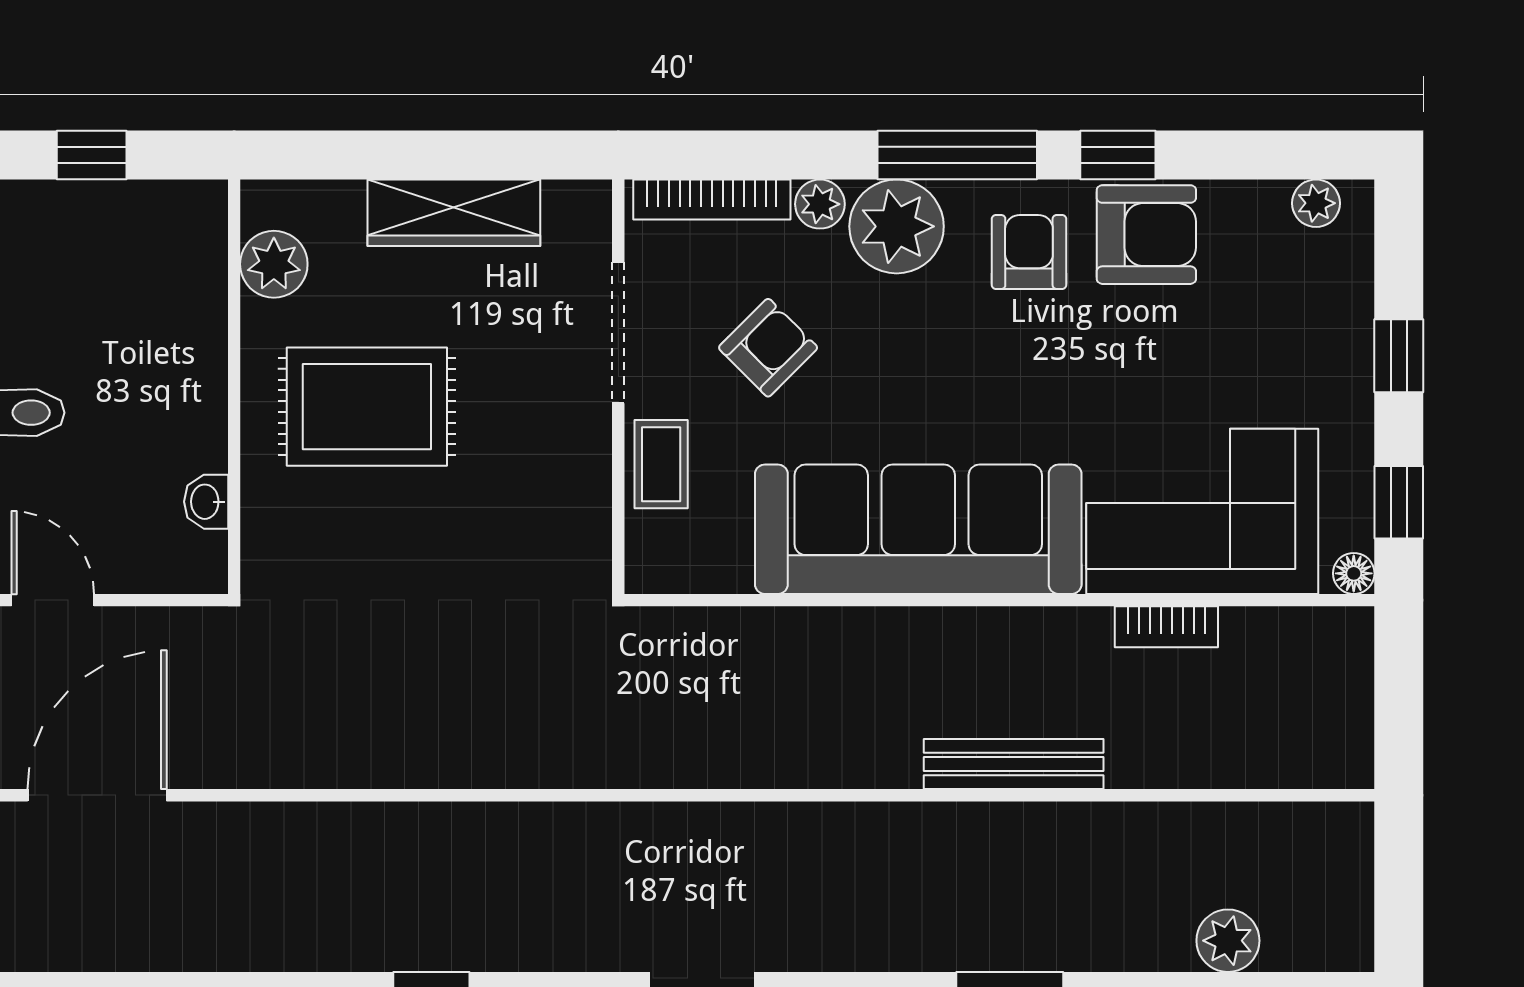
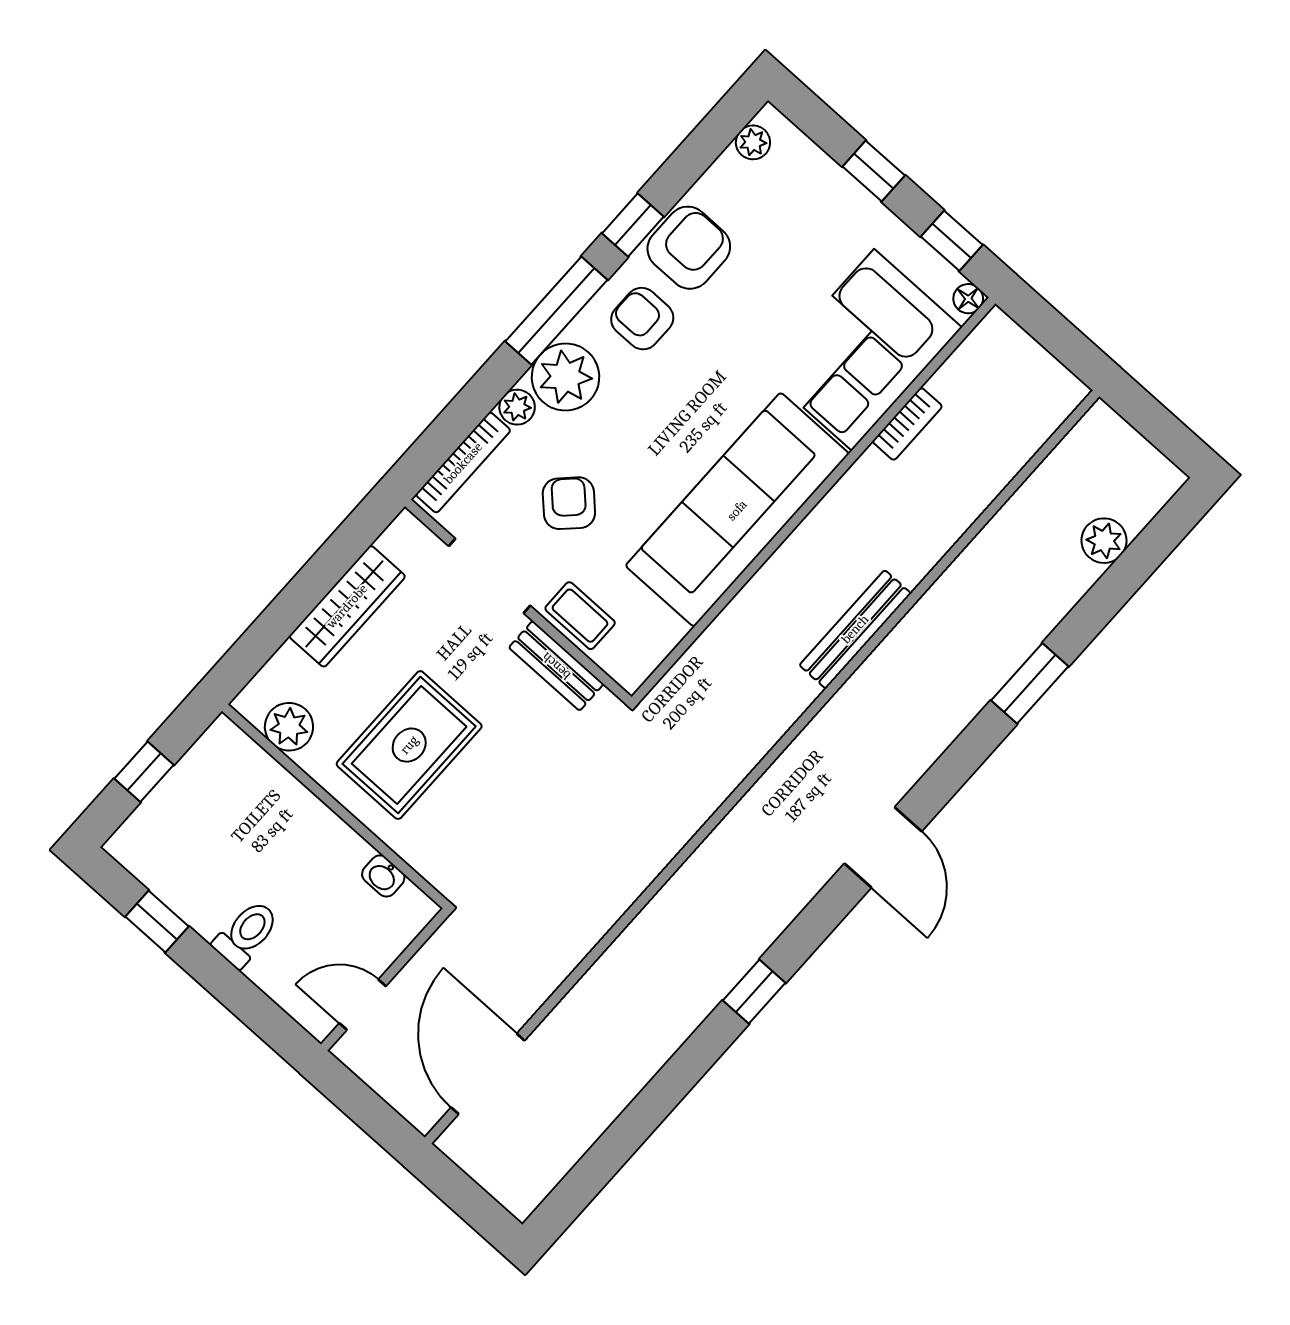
bench: (587, 486) -> (556, 666), added
bench: (1014, 764) -> (855, 629), moved

